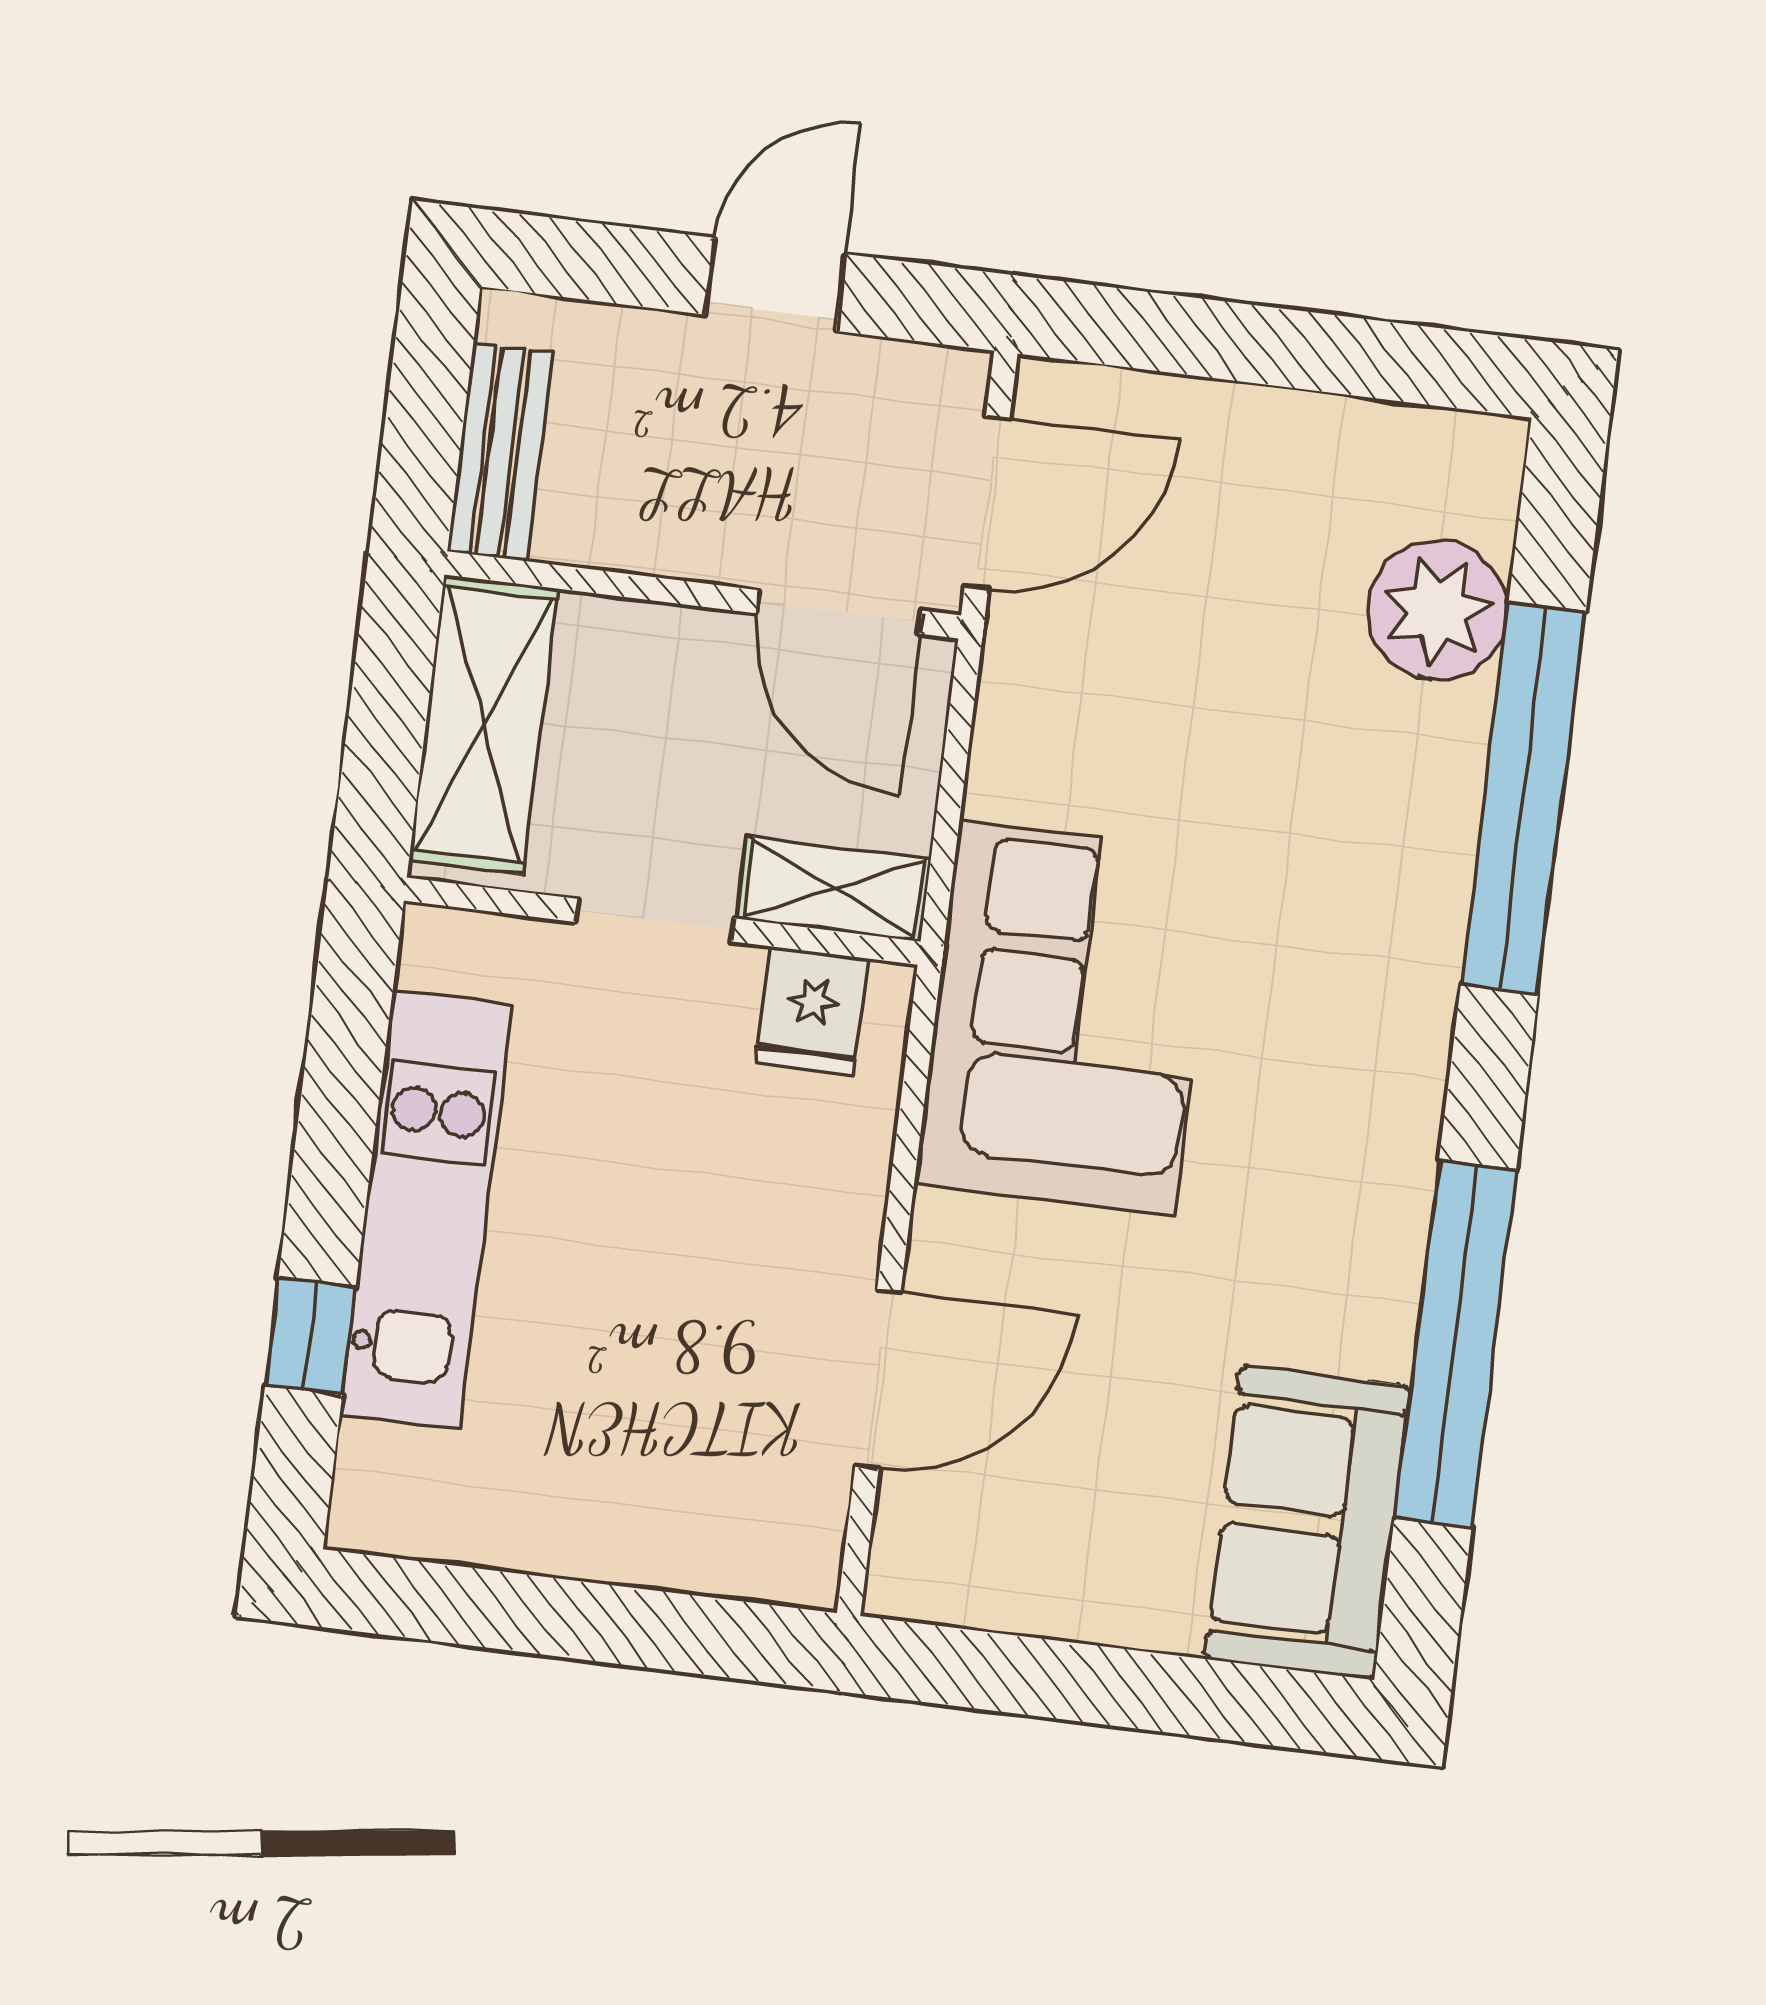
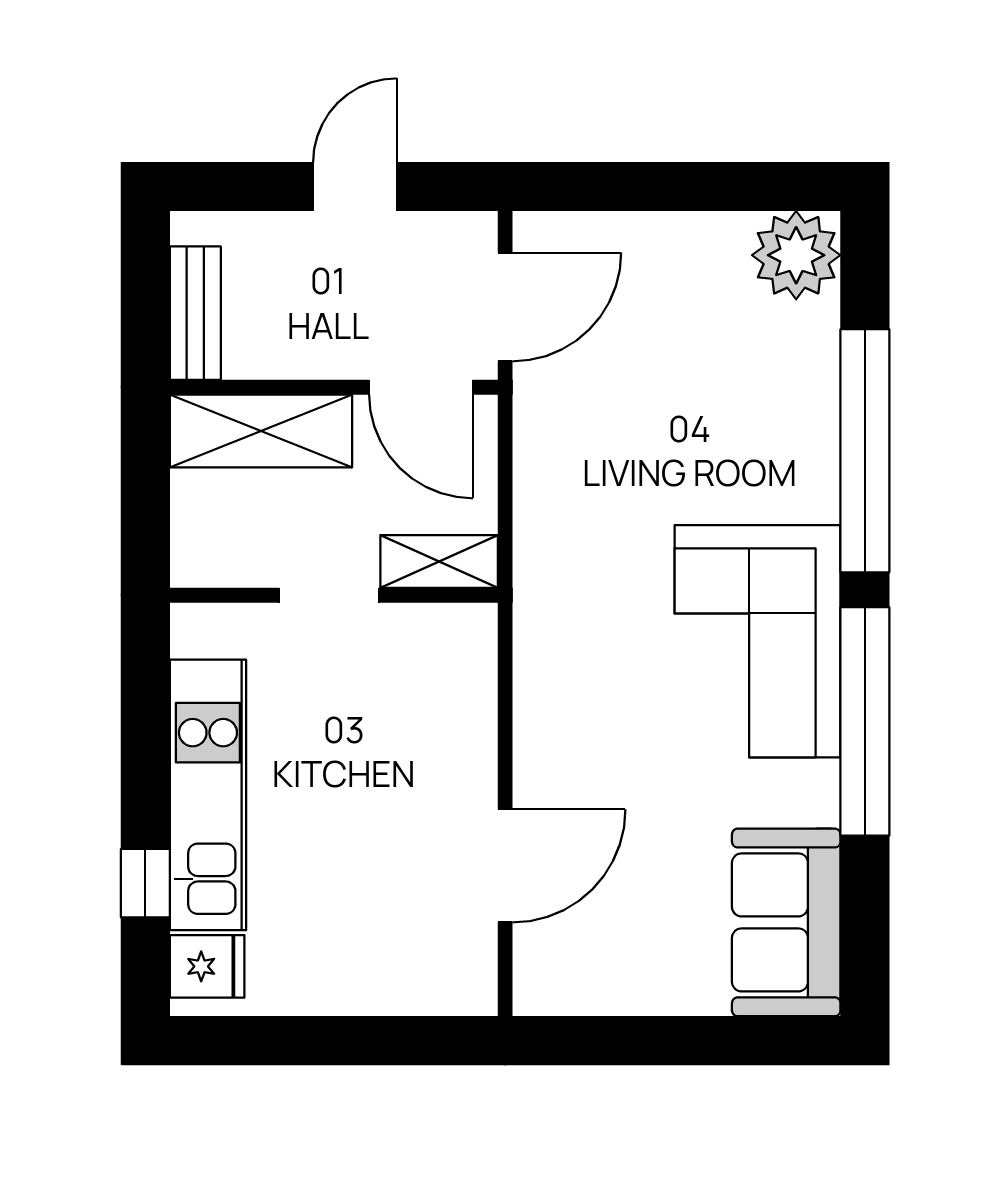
plant: (1437, 610) -> (796, 255), moved
shelving: (484, 724) -> (261, 431), moved, turned 90
fridge: (812, 1011) -> (207, 966), moved, turned -90
corner sofa: (1067, 1018) -> (757, 641), moved, turned 180
window: (1455, 1344) -> (865, 721), moved

